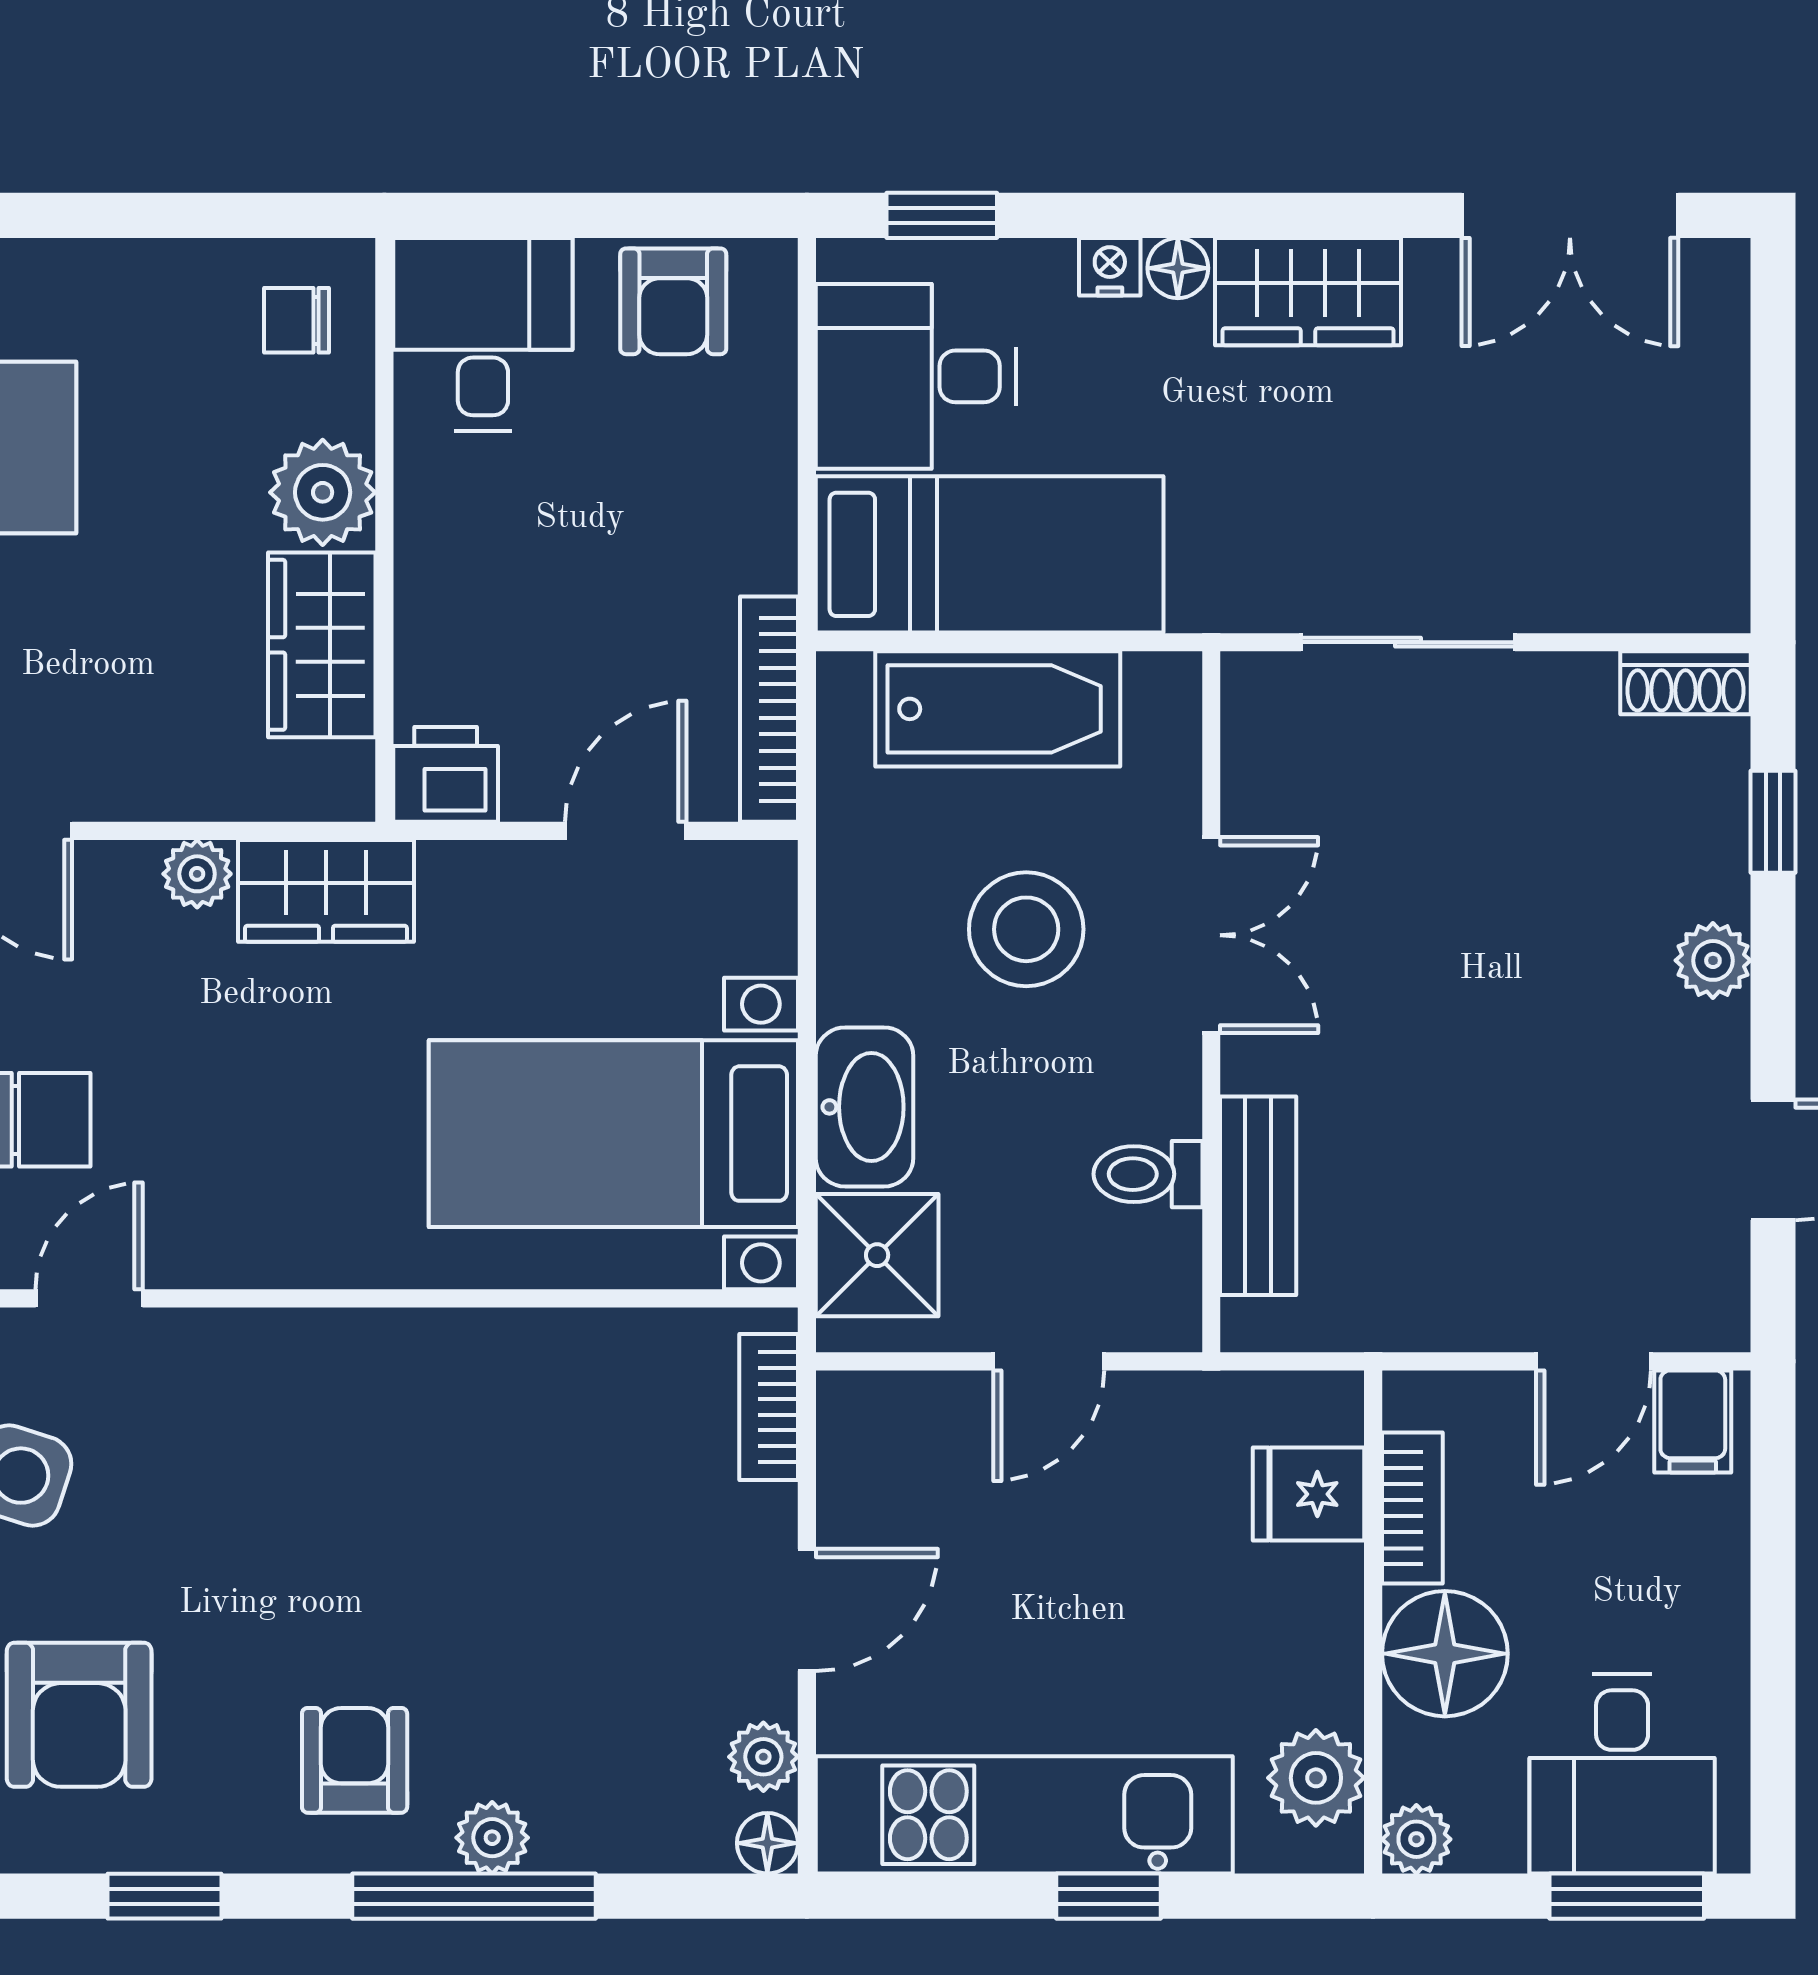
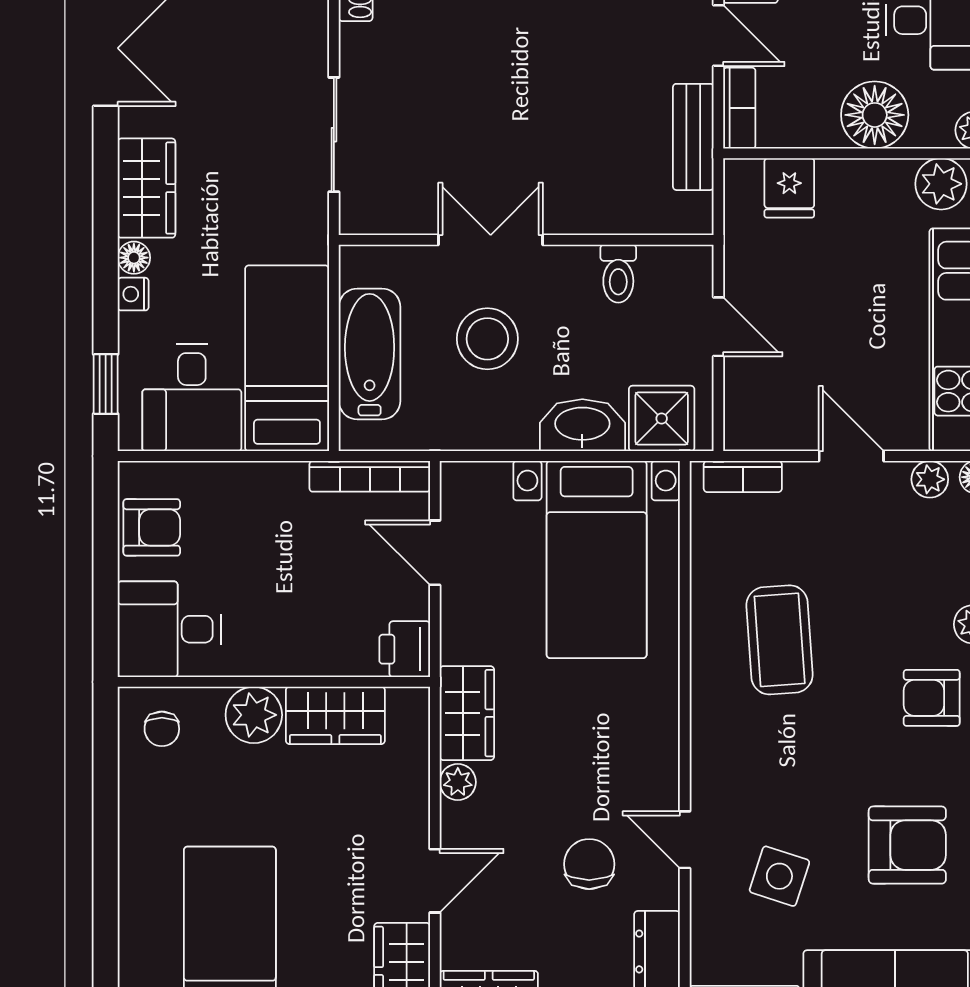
bench: (1258, 1196) -> (693, 137), moved, turned 90
coffee table: (463, 1476) -> (780, 640), added
bookcase: (1412, 1508) -> (739, 108), moved, turned 90

